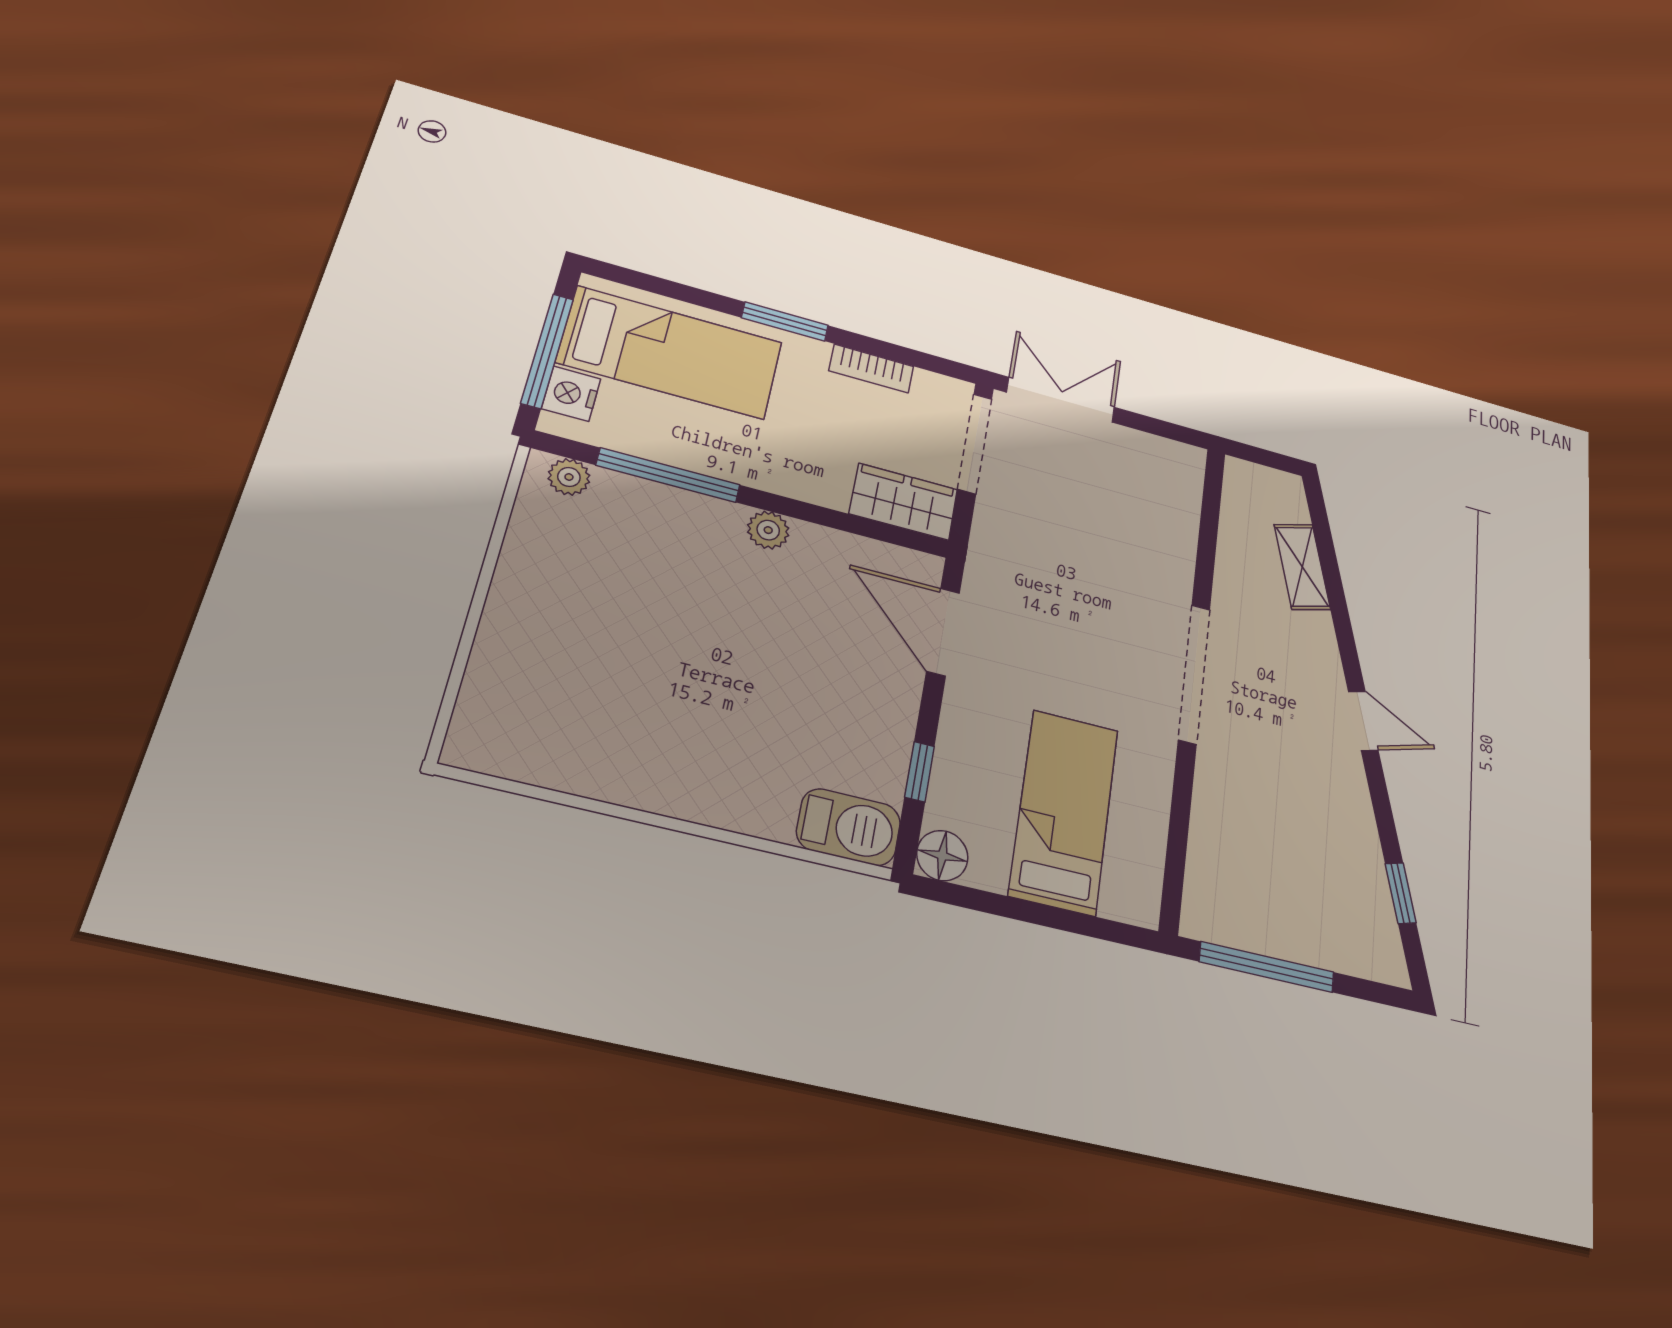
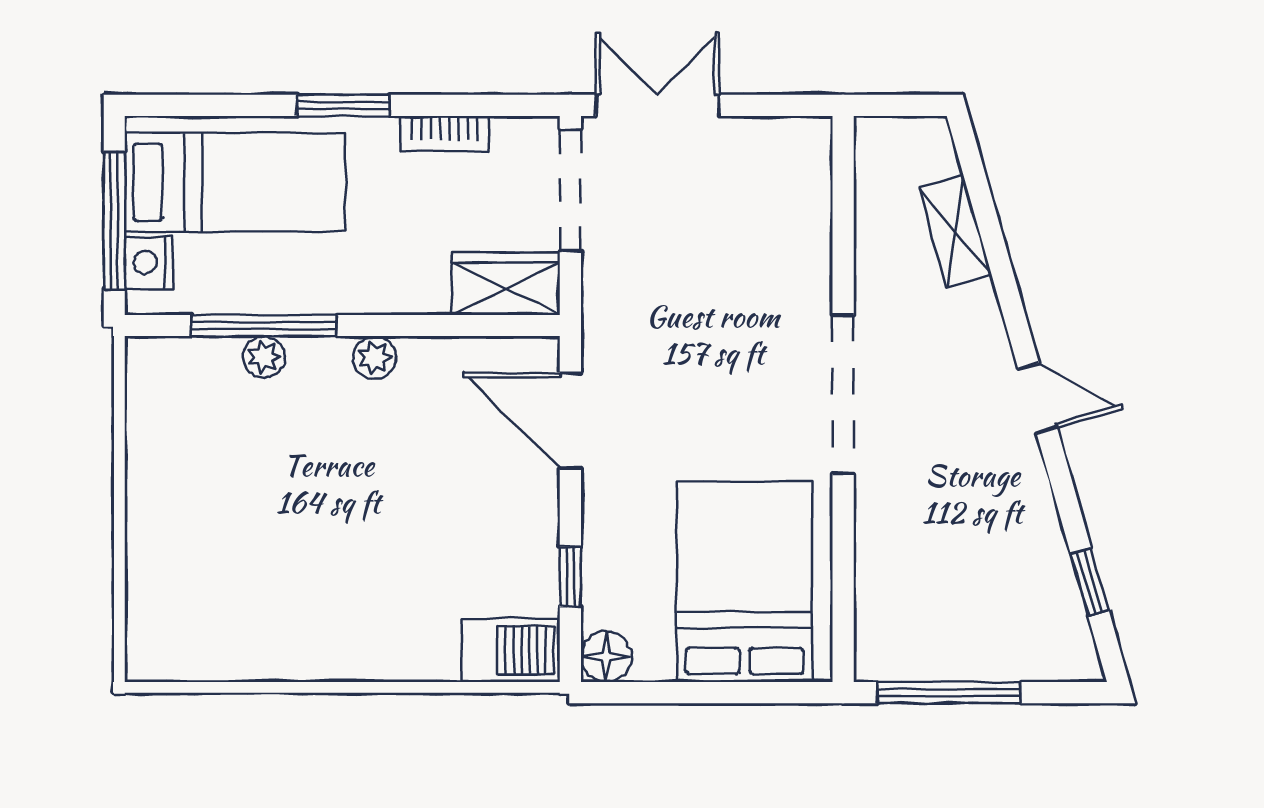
plant: (569, 477) -> (264, 357), moved
bed: (1064, 811) -> (744, 582), width x1.50

